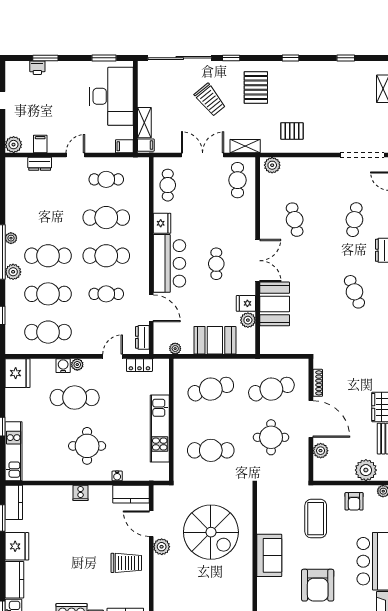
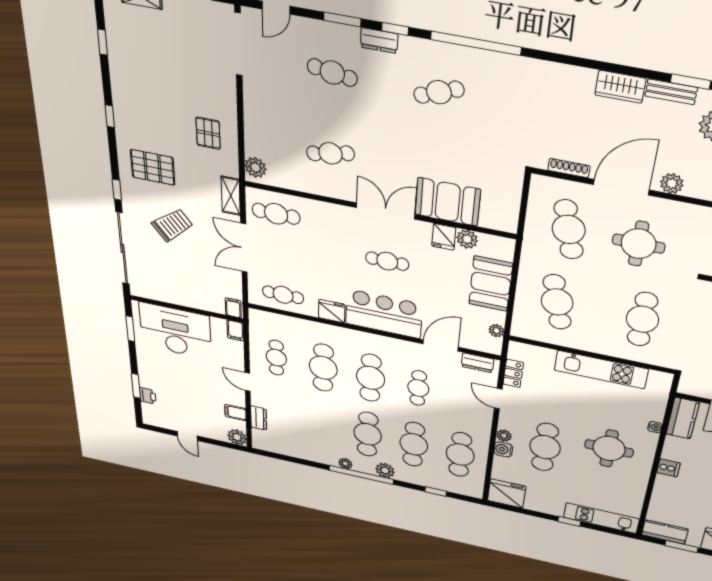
shelving: (144, 123) -> (205, 304), removed

